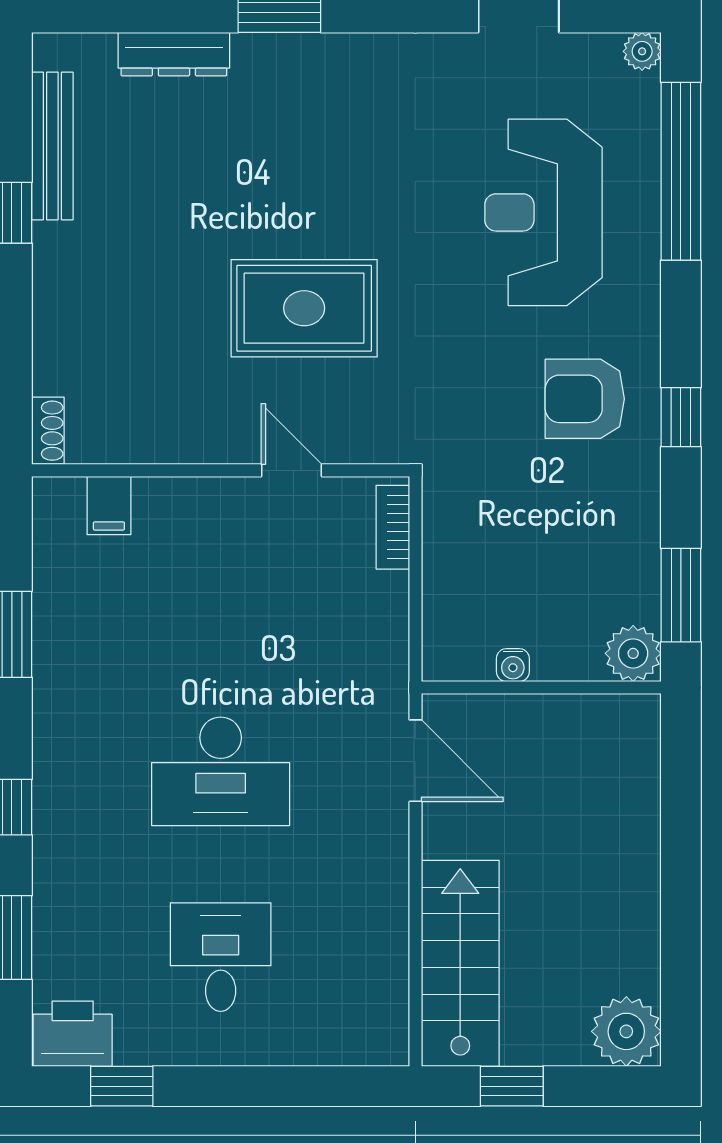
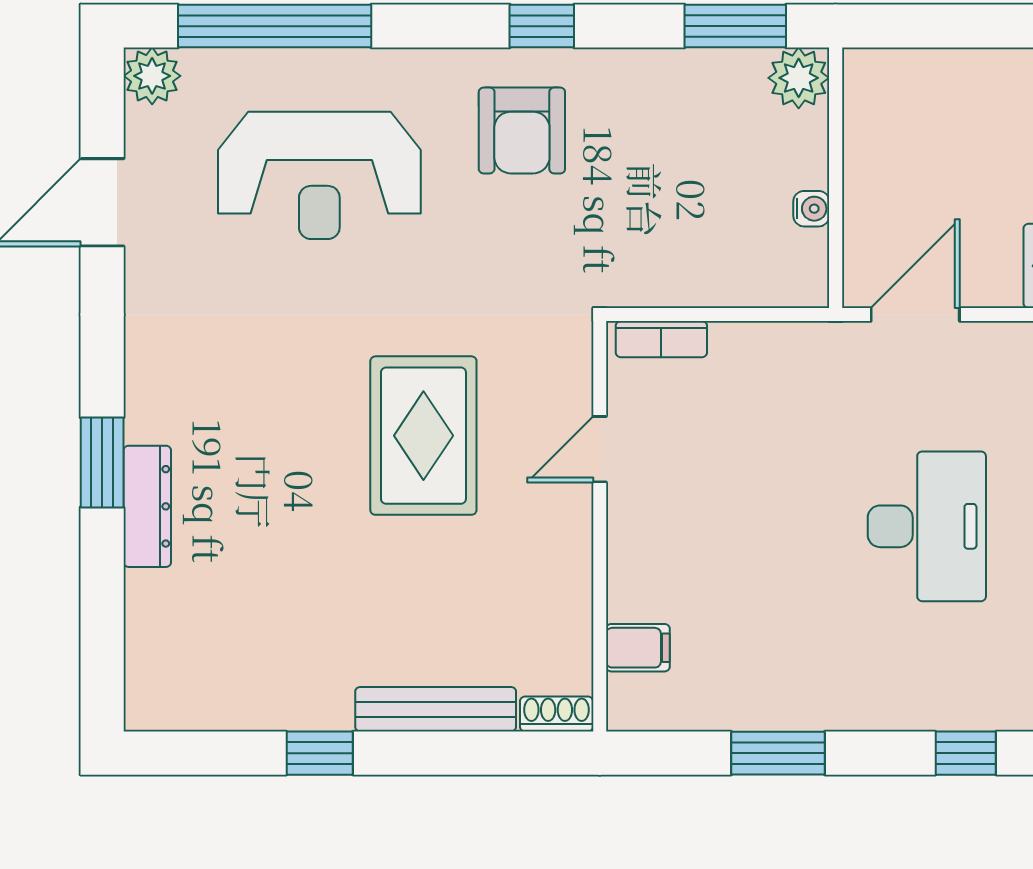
plant: (642, 51) -> (152, 76), width x1.38, depth x1.38
dresser: (174, 54) -> (147, 506), moved
bench: (52, 146) -> (436, 709), moved

